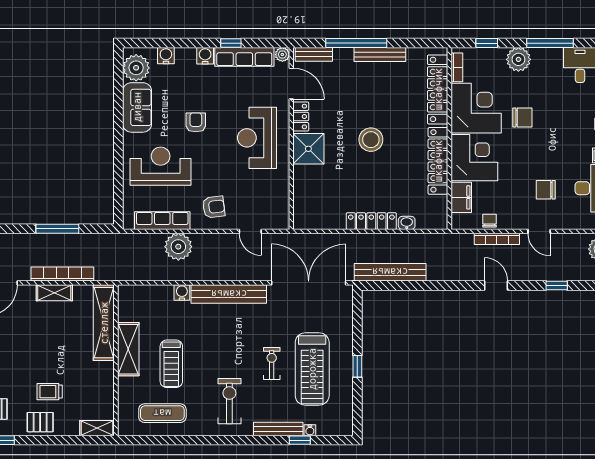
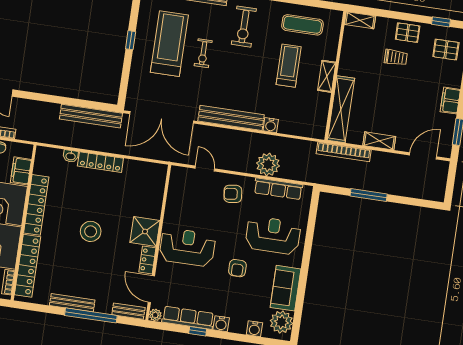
reception desk: (257, 138) -> (187, 247), turned -90
reception desk: (161, 166) -> (273, 235), turned 180
bookcase: (62, 274) -> (344, 152), moved
shelving: (128, 349) -> (327, 76), width x0.67, depth x0.75

